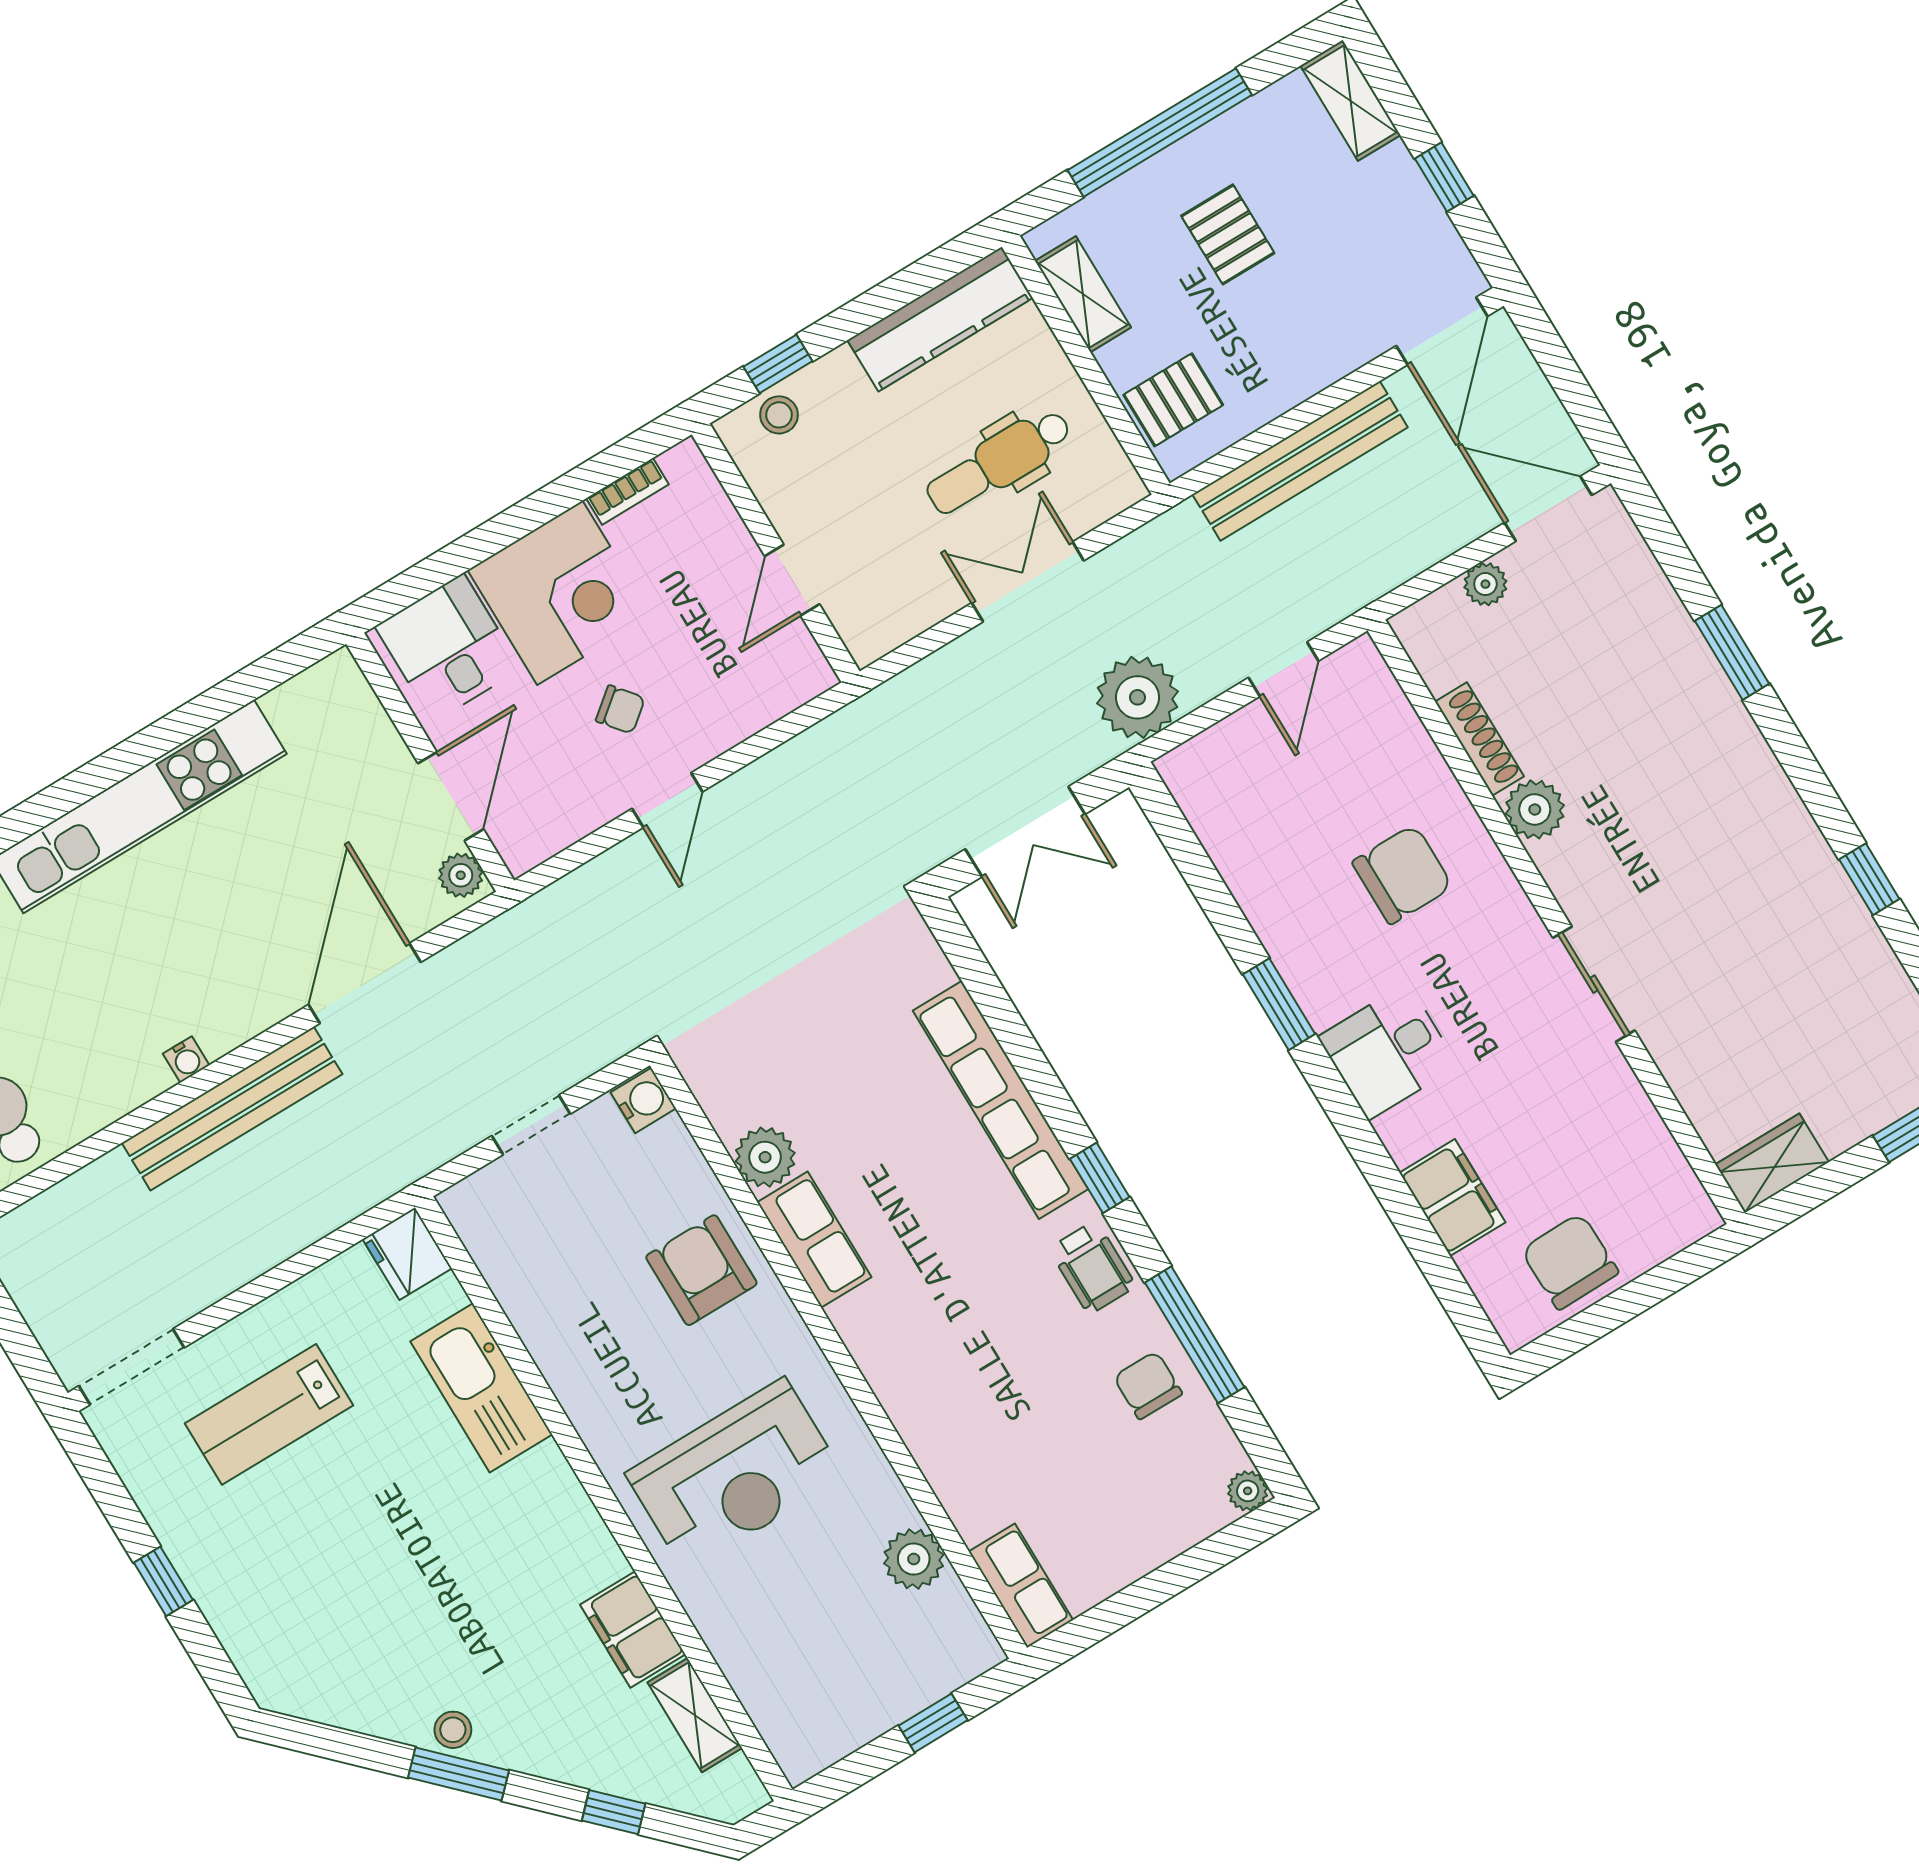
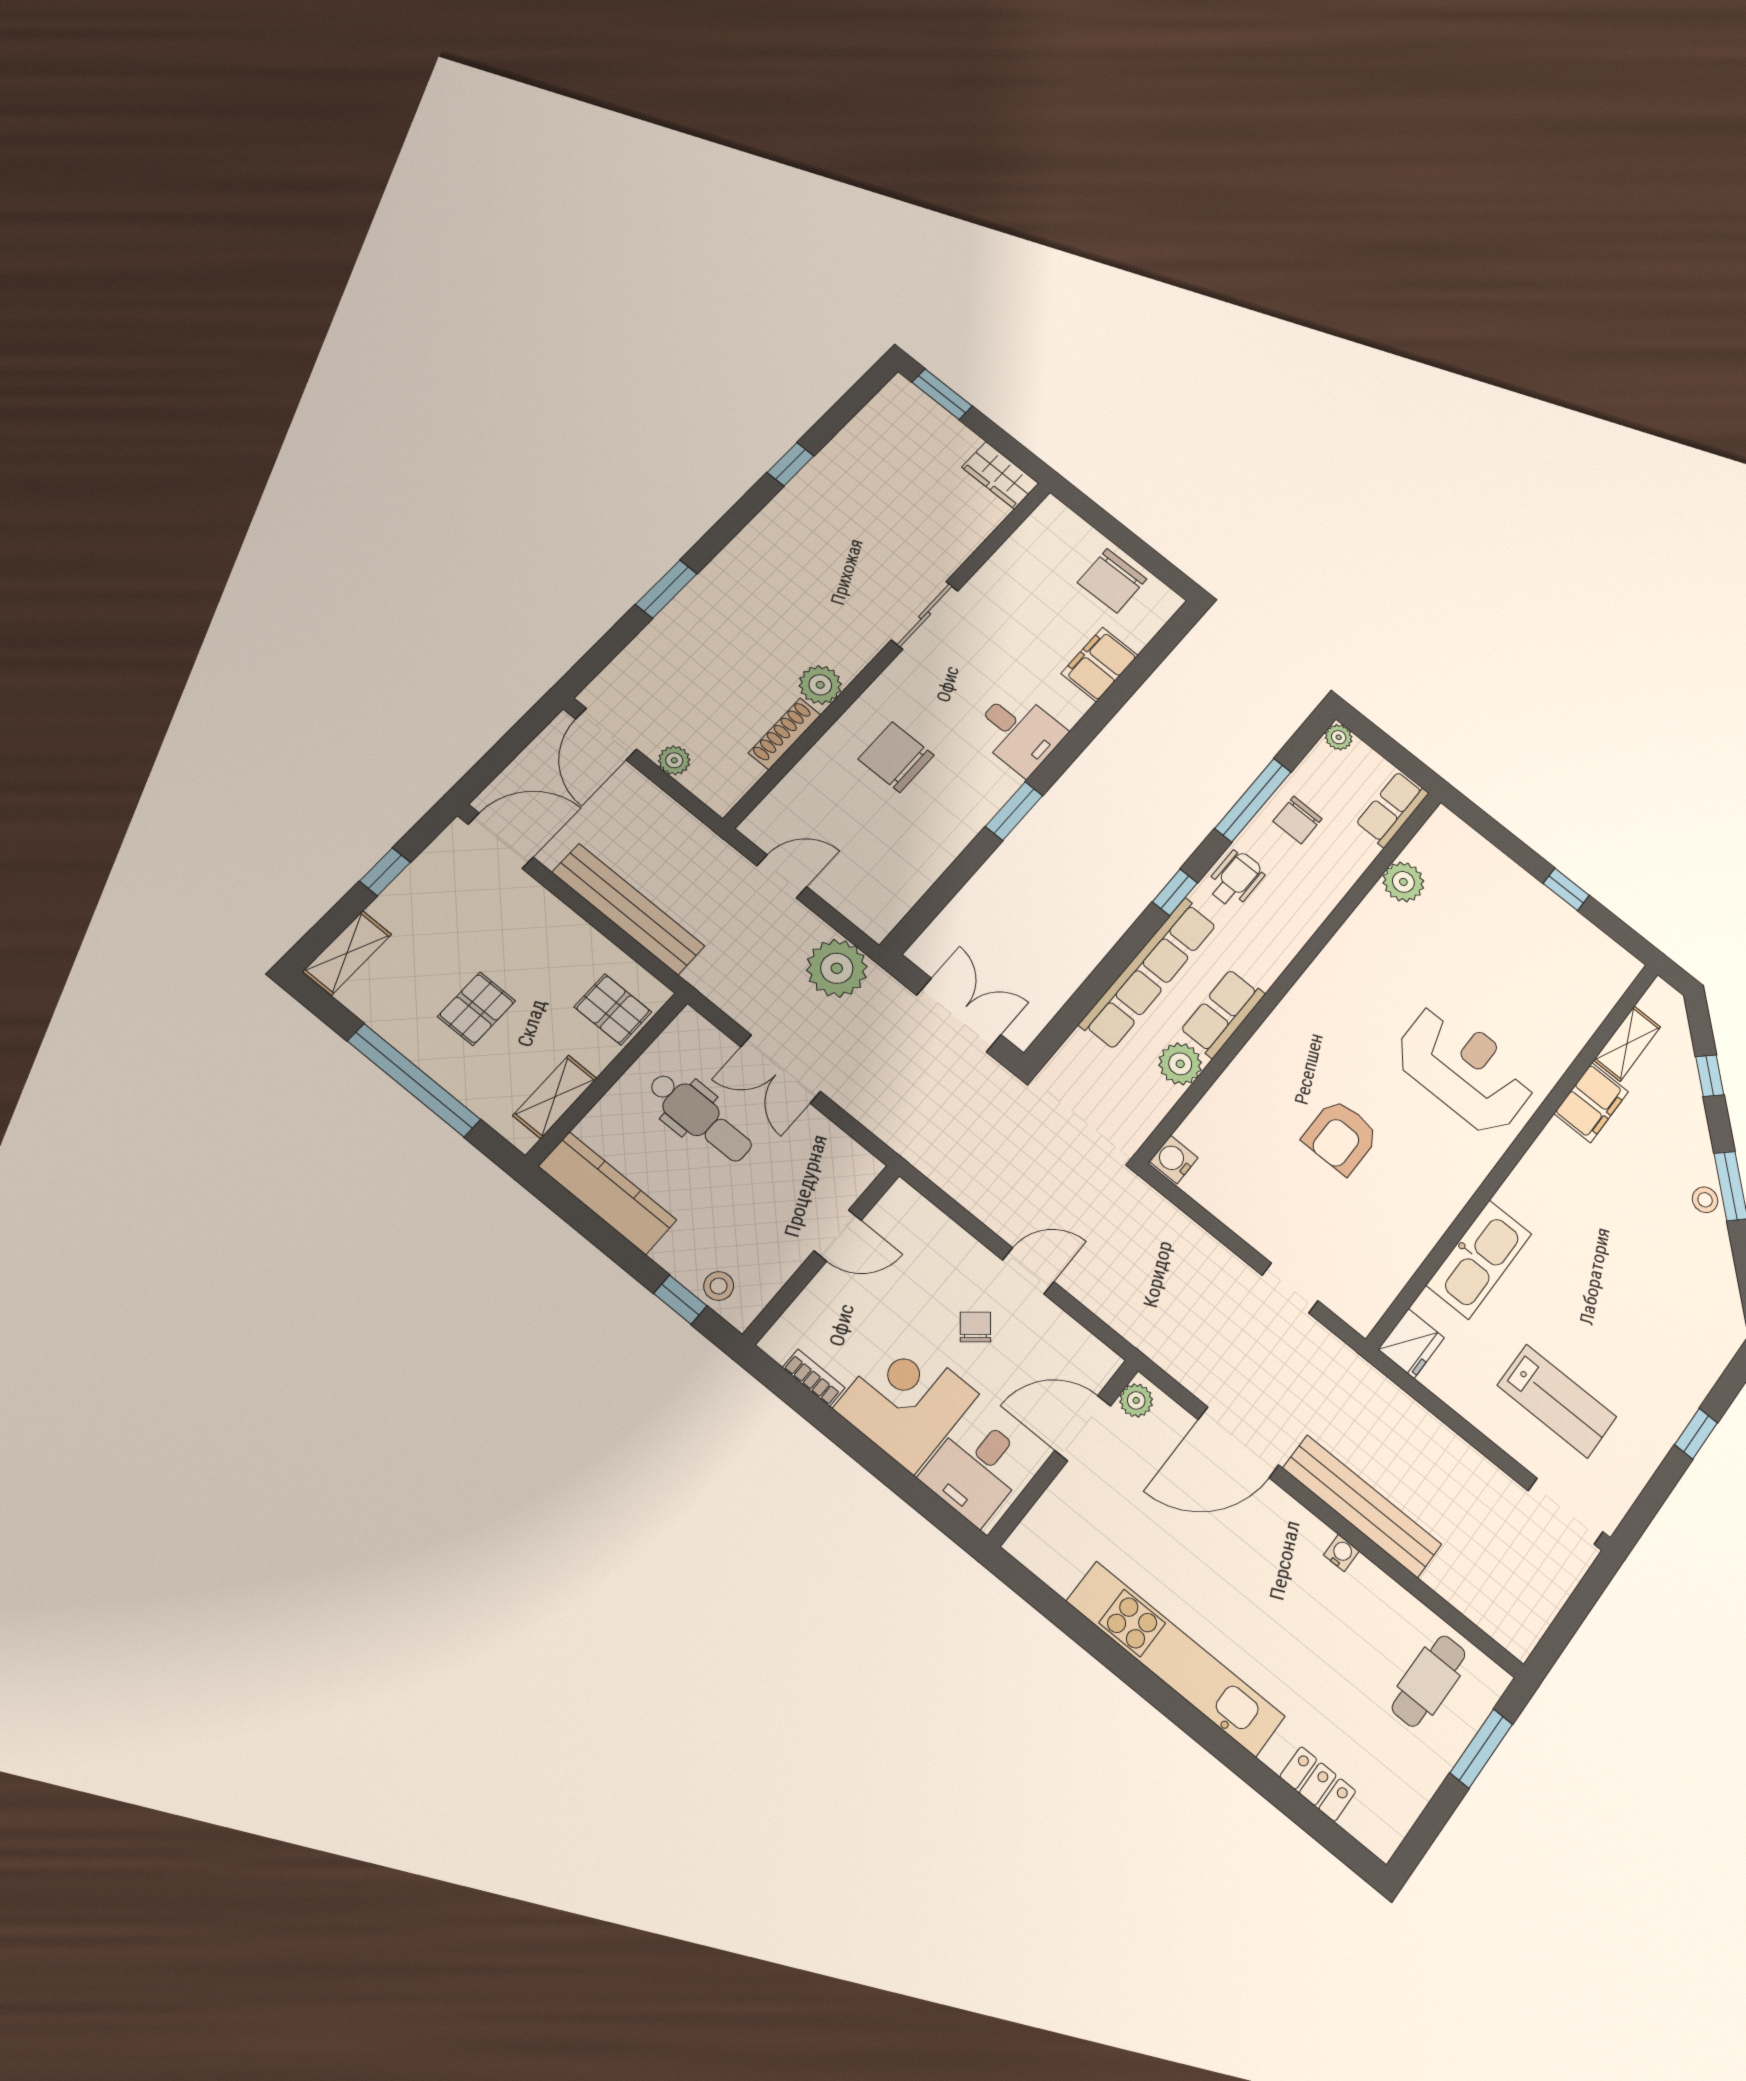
water cooler: (643, 1100) -> (1174, 1160), moved
plant: (765, 1157) -> (1180, 1064), moved
row of seats: (814, 1240) -> (1222, 1013), moved
wall: (838, 1356) -> (1293, 972), moved
plant: (914, 1559) -> (1403, 882), moved
row of seats: (1021, 1586) -> (1392, 809), moved

